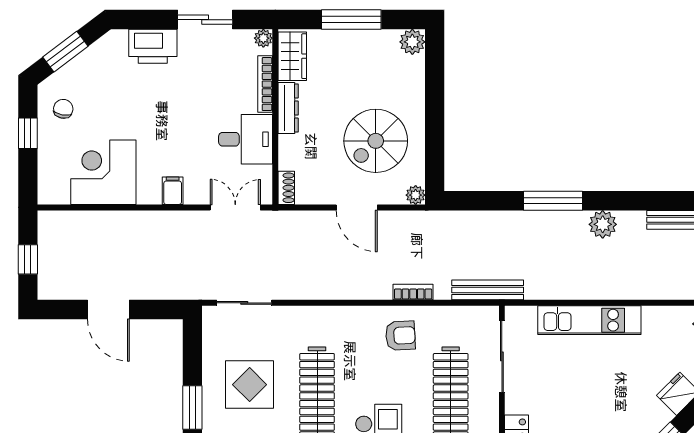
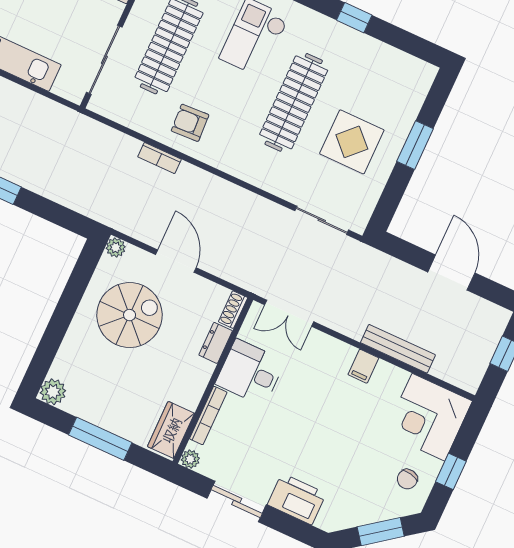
dresser: (288, 108) -> (216, 343), moved, width x0.70
corner desk: (103, 172) -> (428, 417), moved, turned 90
filing cabinet: (173, 191) -> (363, 366), moved
bench: (488, 290) -> (398, 349), moved

